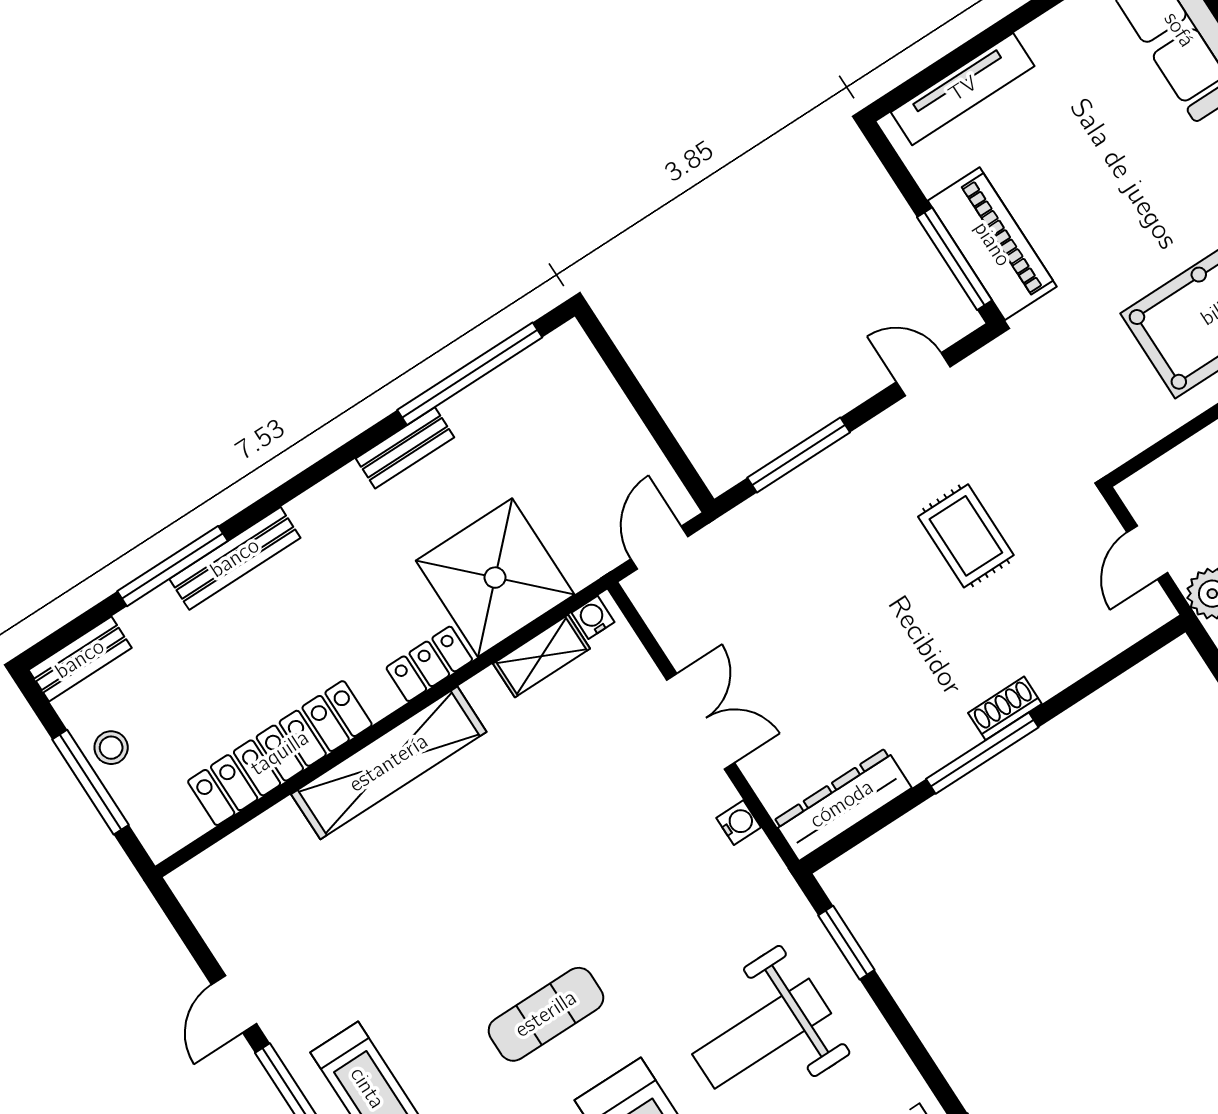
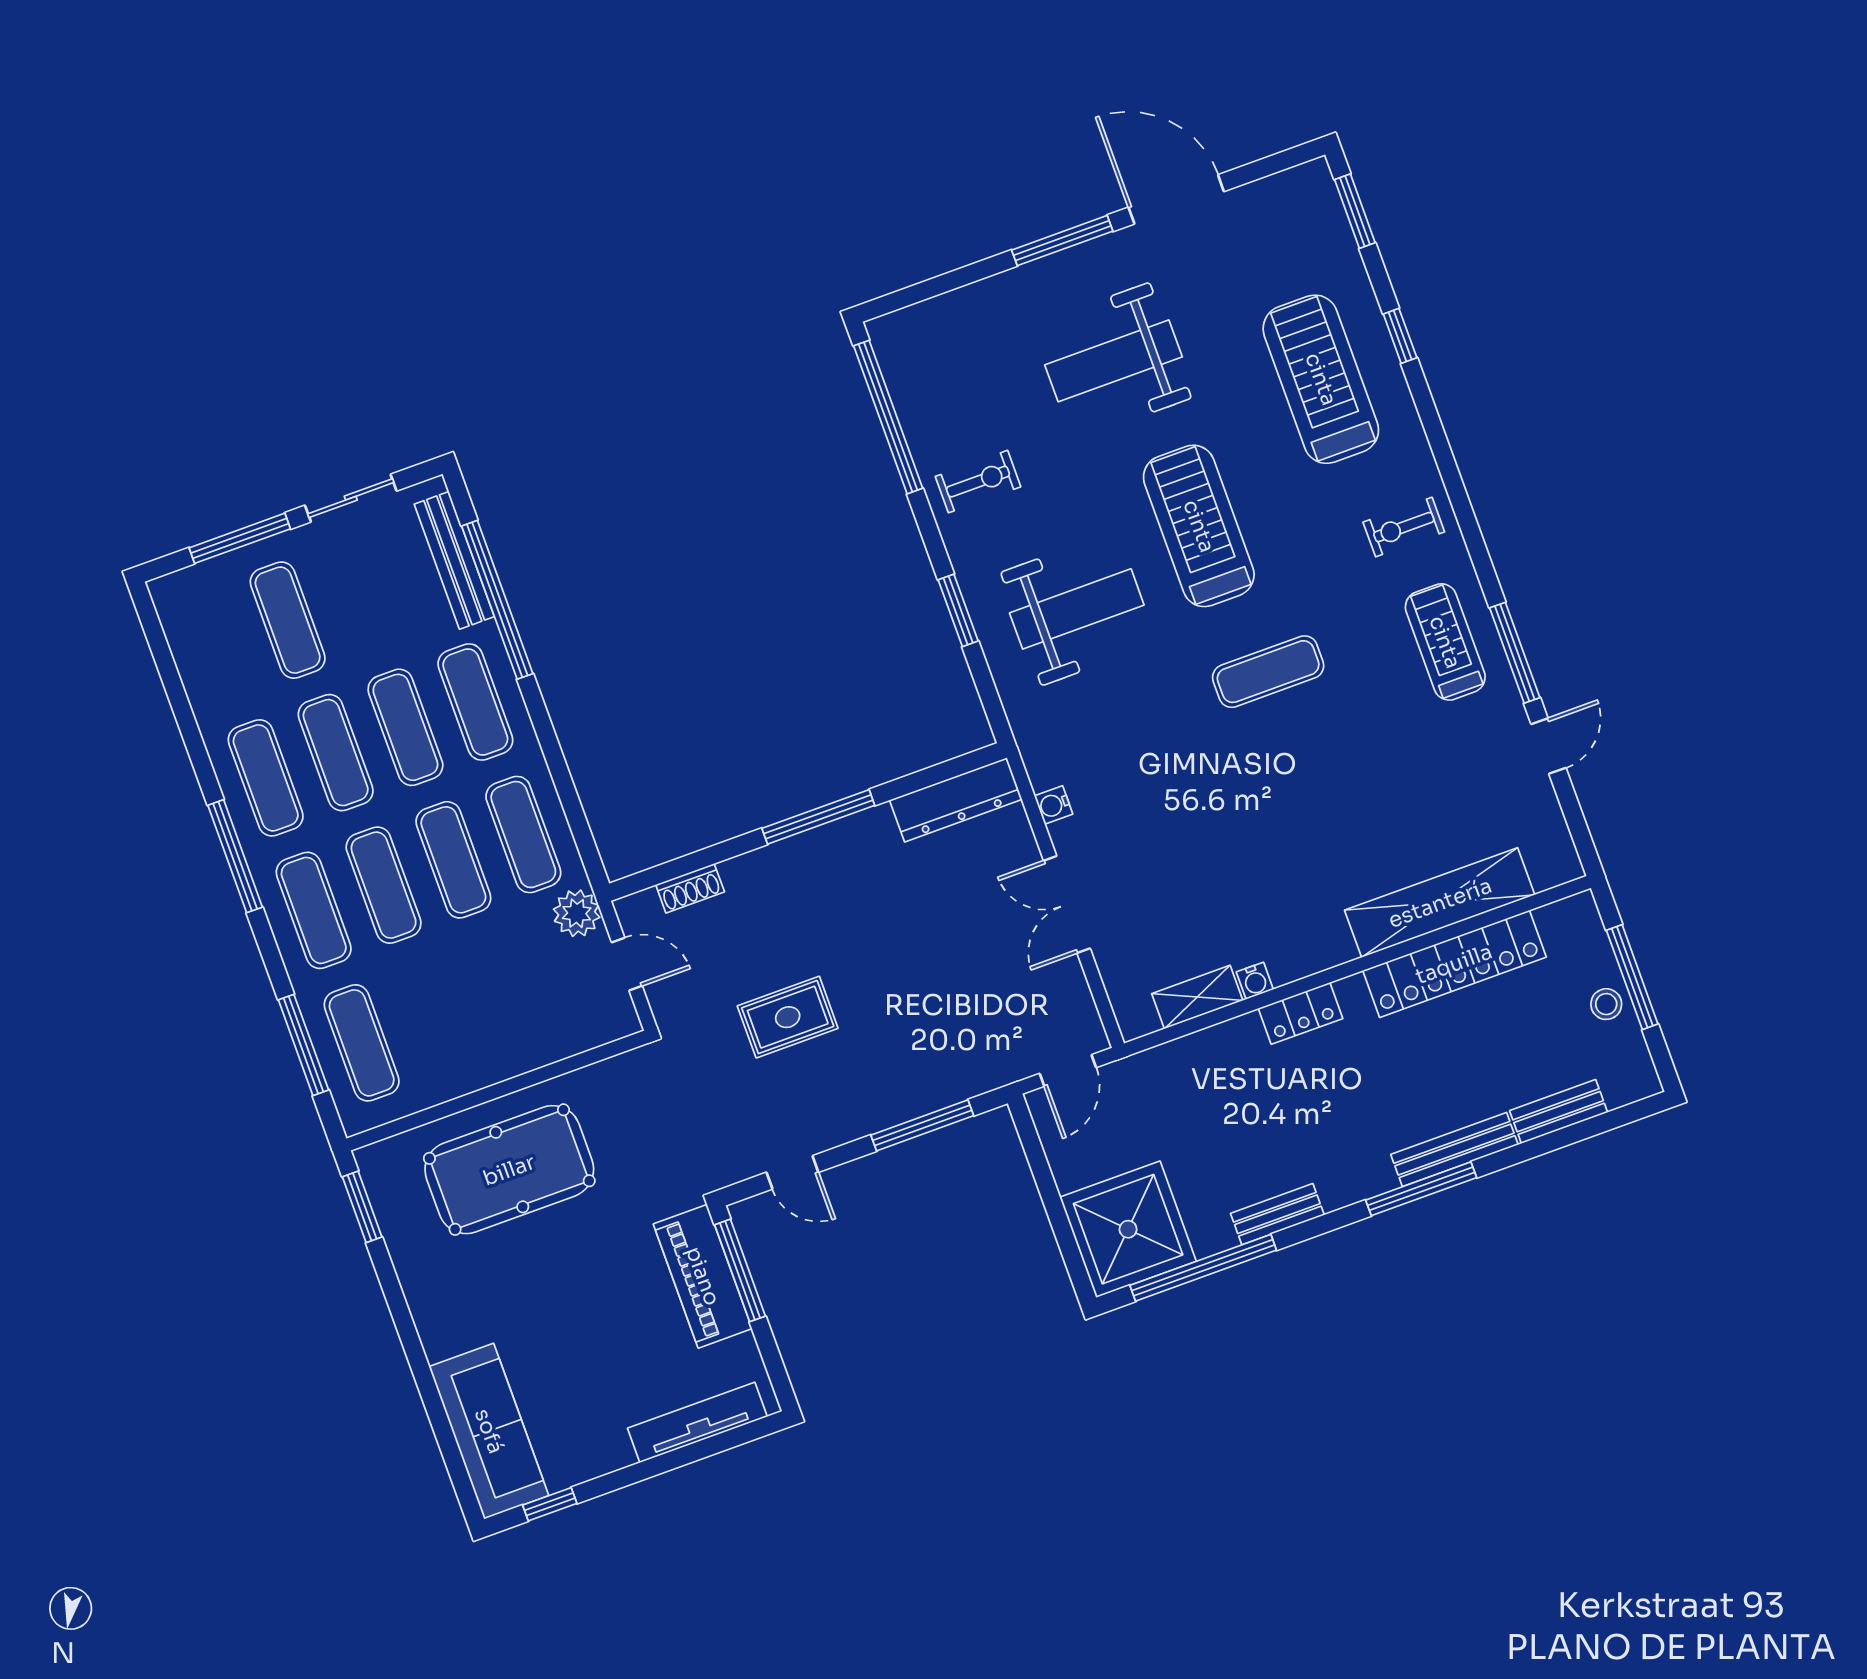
rug: (966, 536) -> (788, 1017), turned 90
door: (1147, 553) -> (627, 964), hinge flipped
window: (172, 566) -> (1421, 1189), moved
shower: (495, 578) -> (1128, 1229), moved
water cooler: (593, 617) -> (1255, 981), moved
bench: (80, 659) -> (1559, 1112), moved
shoe rack: (1005, 708) -> (690, 888), moved
shelving: (389, 763) -> (1440, 903), moved
window: (846, 943) -> (958, 610), moved

